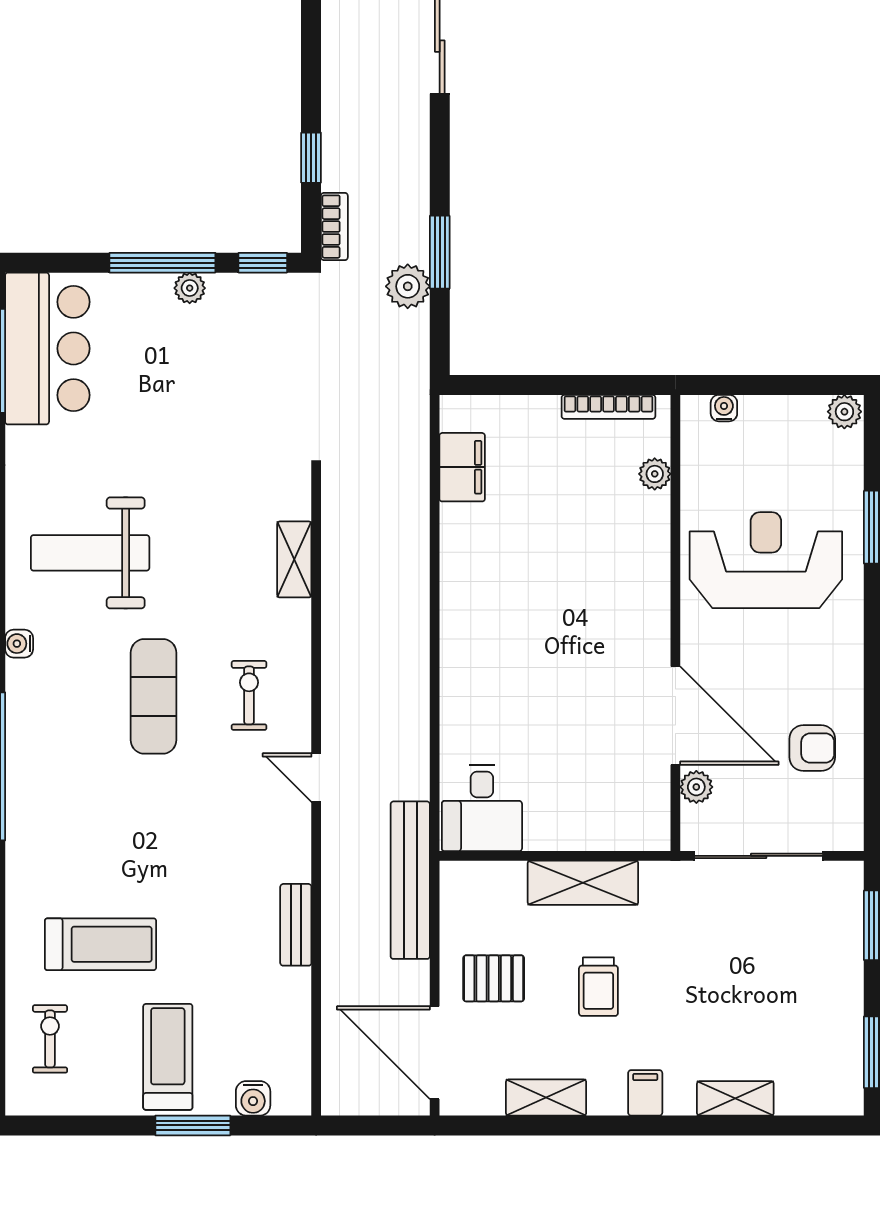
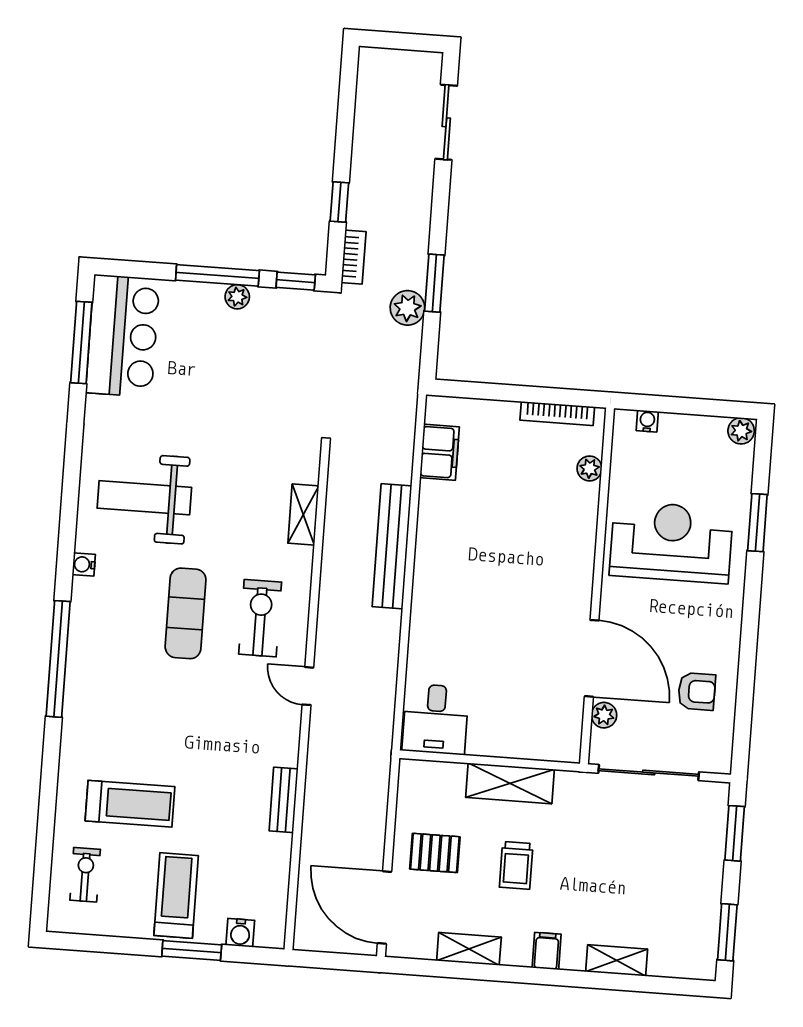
exercise bike: (249, 695) -> (260, 618), width x1.38, depth x1.39
bench: (410, 880) -> (392, 546), moved

